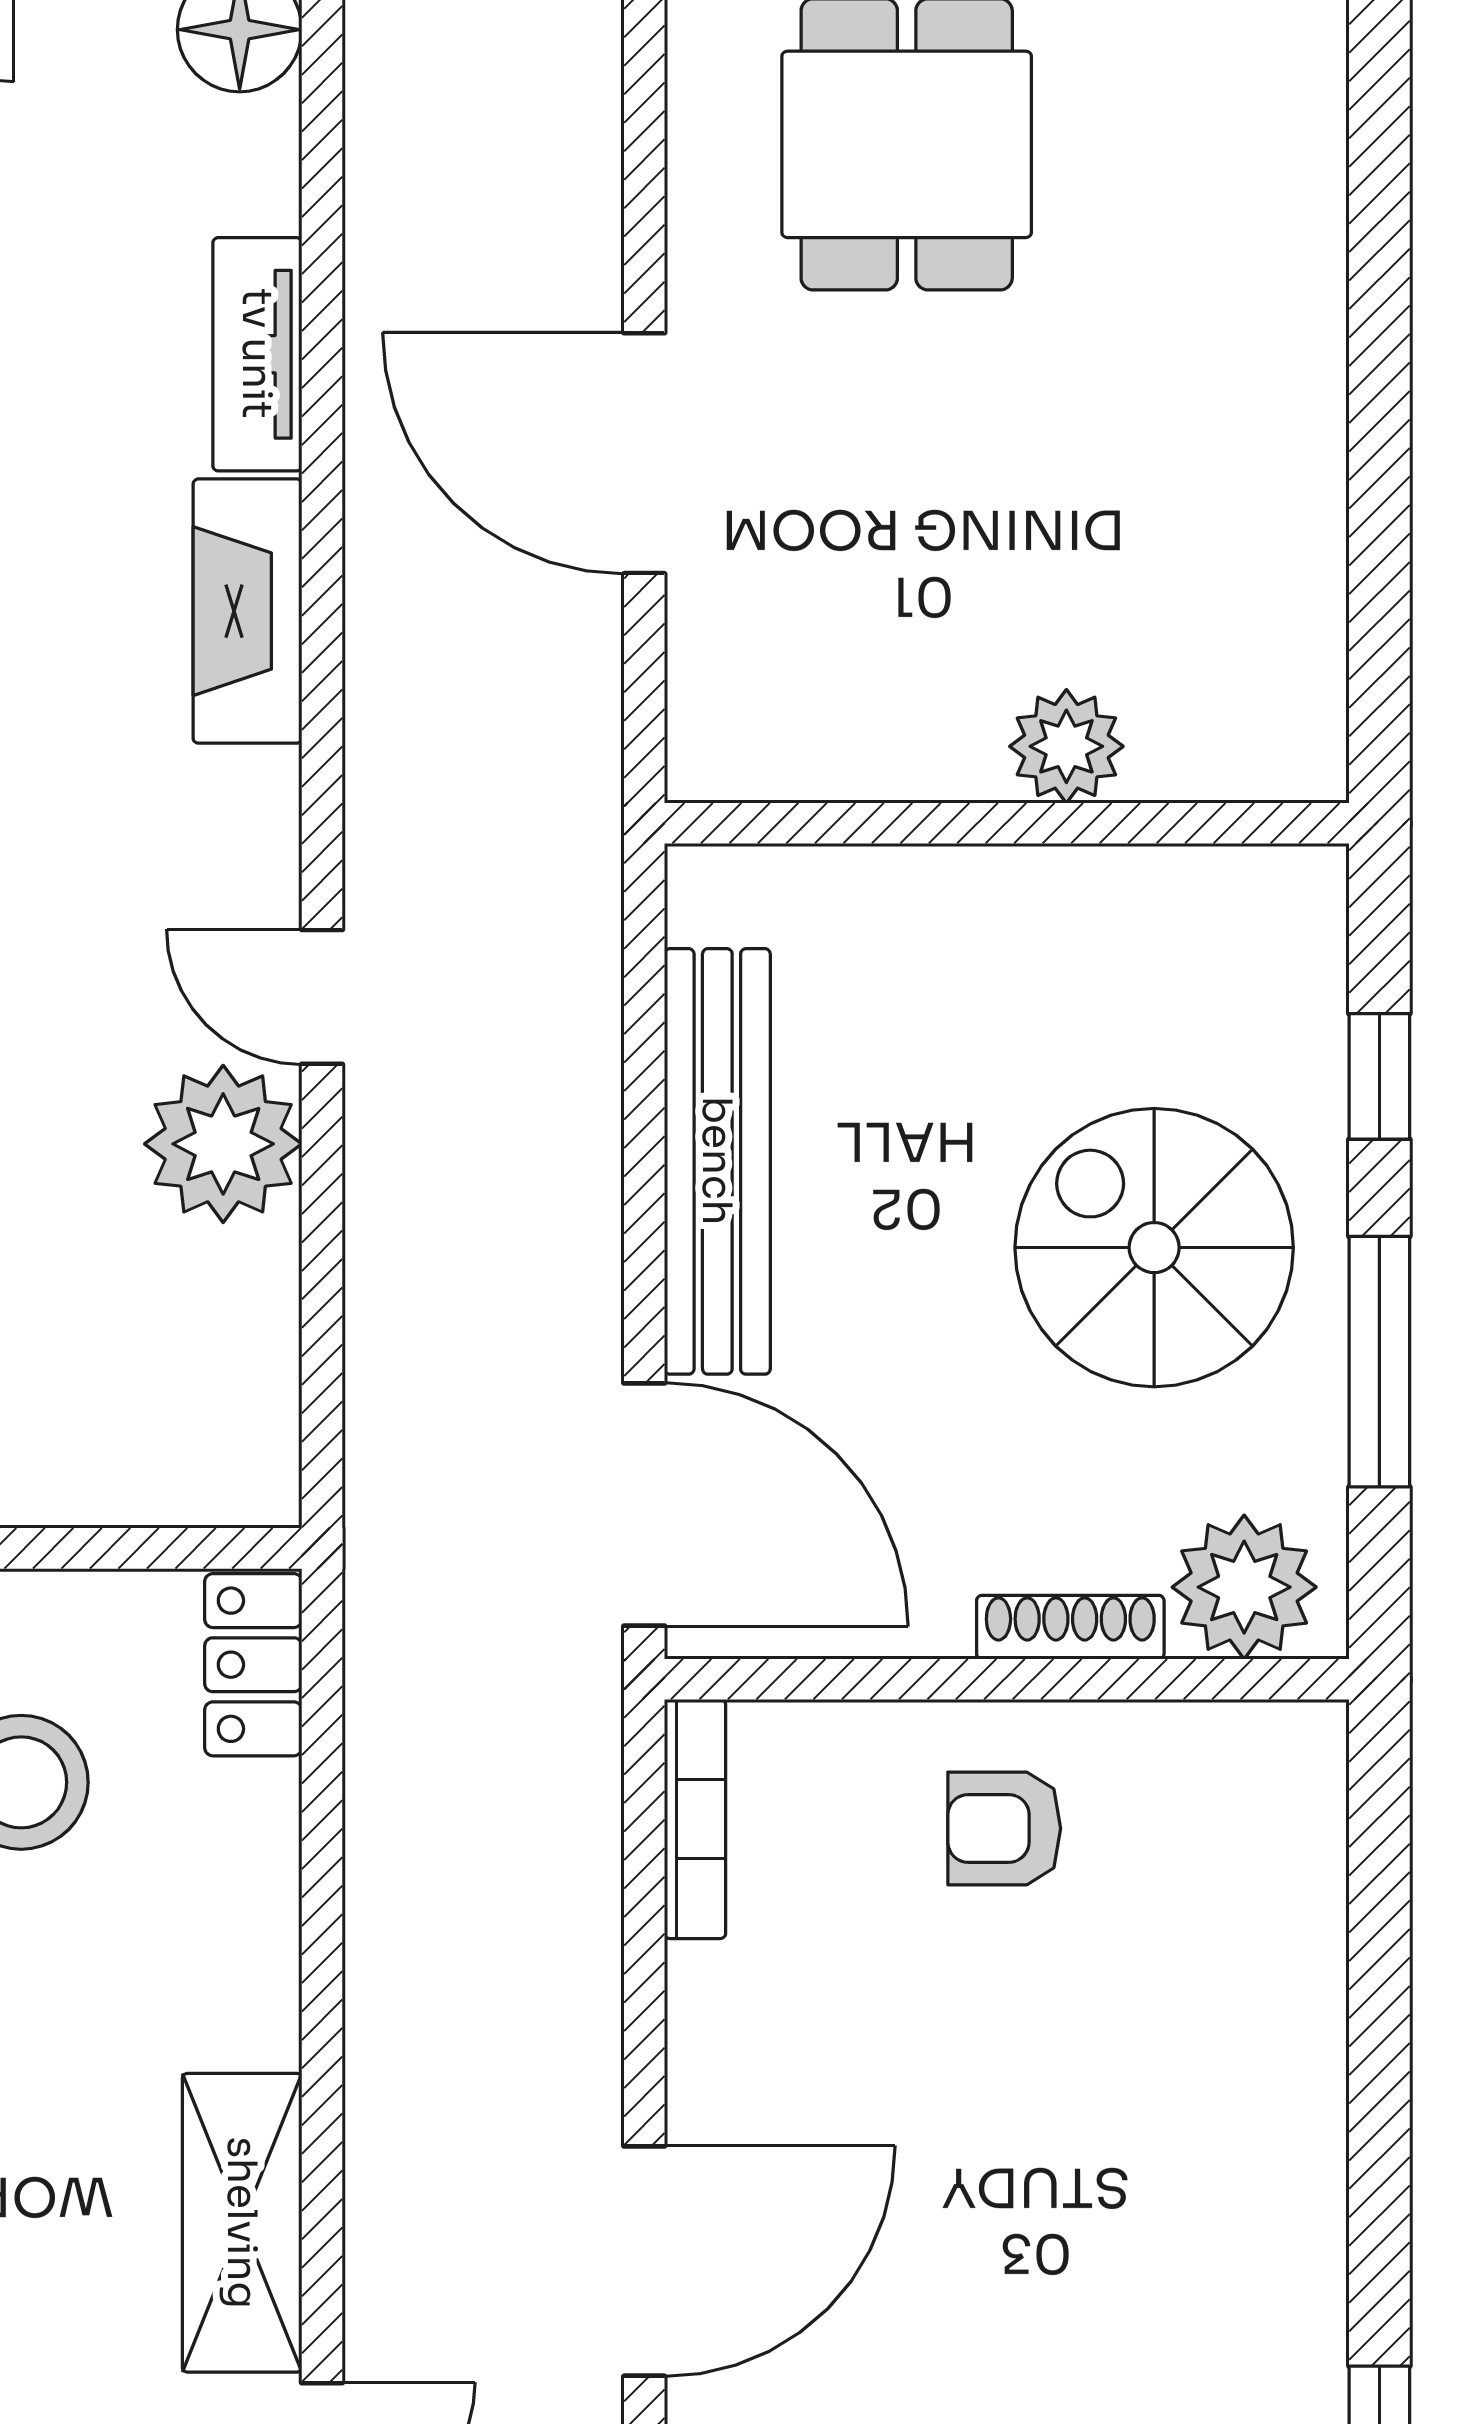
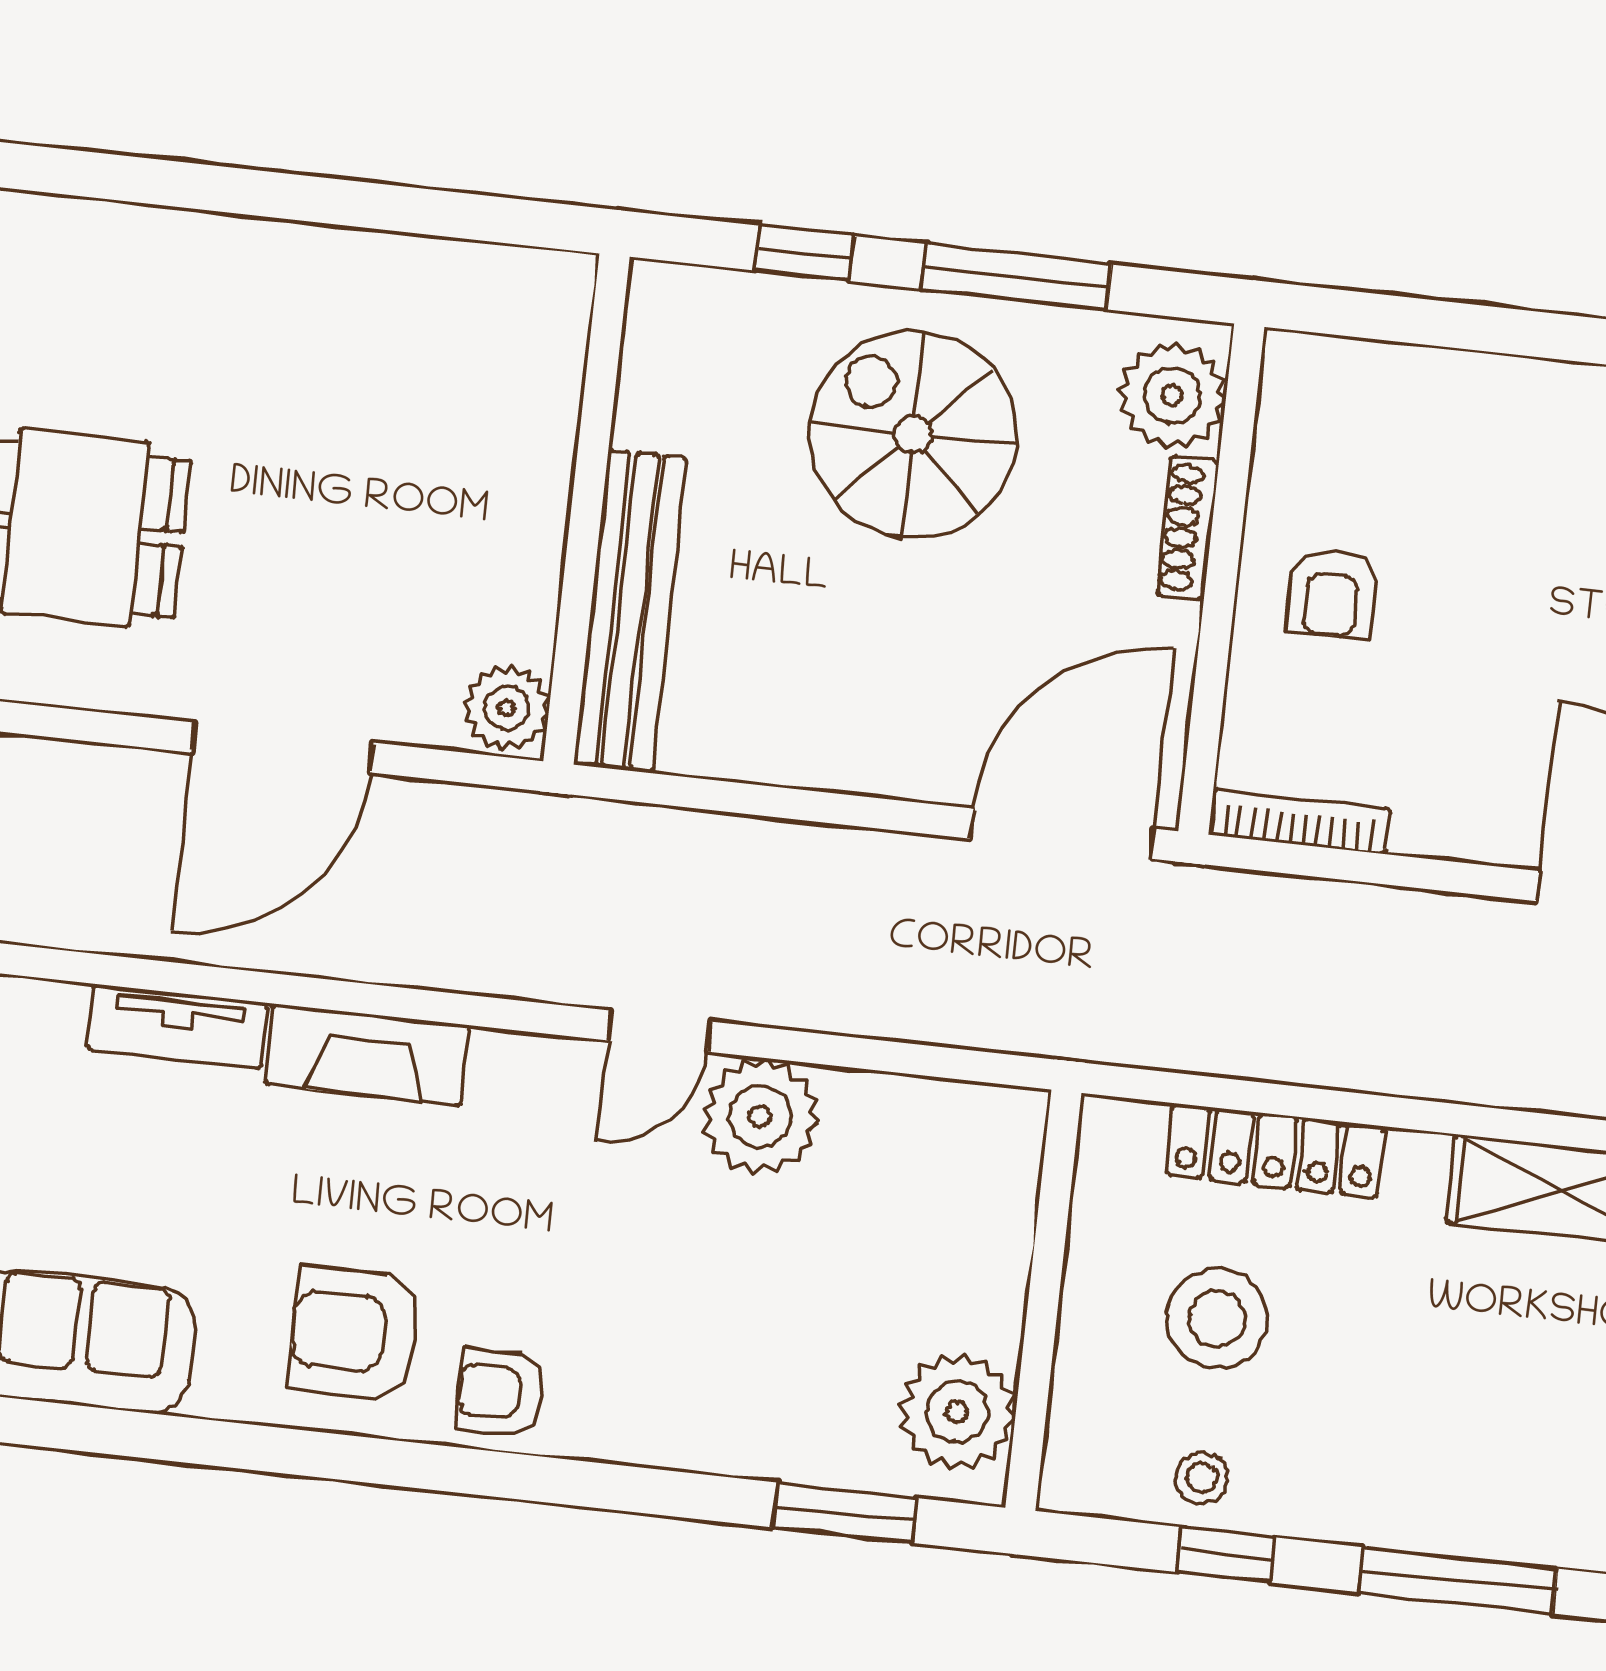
plant: (1066, 746) -> (507, 708), moved
bench: (717, 1161) -> (630, 611), moved, turned 90
spiral stairs: (1154, 1248) -> (913, 434), turned 90
locker: (253, 1665) -> (1275, 1151), moved, width x1.53

